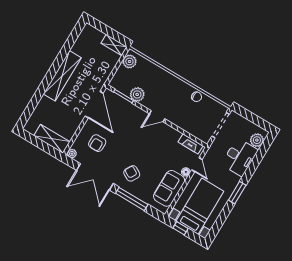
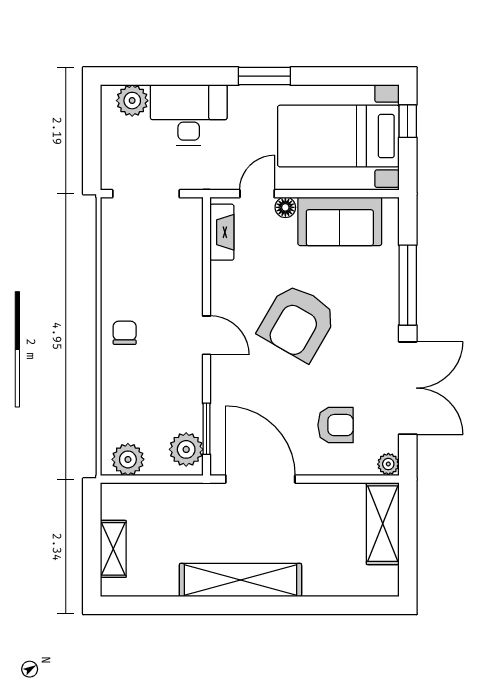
shelving: (114, 45) -> (113, 549), moved
plant: (137, 94) -> (186, 449), moved
chair: (197, 97) -> (125, 333), moved
door: (94, 105) -> (260, 479), hinge flipped
armchair: (132, 173) -> (298, 322), moved, width x1.88, depth x1.88
window: (180, 228) -> (408, 121), moved

